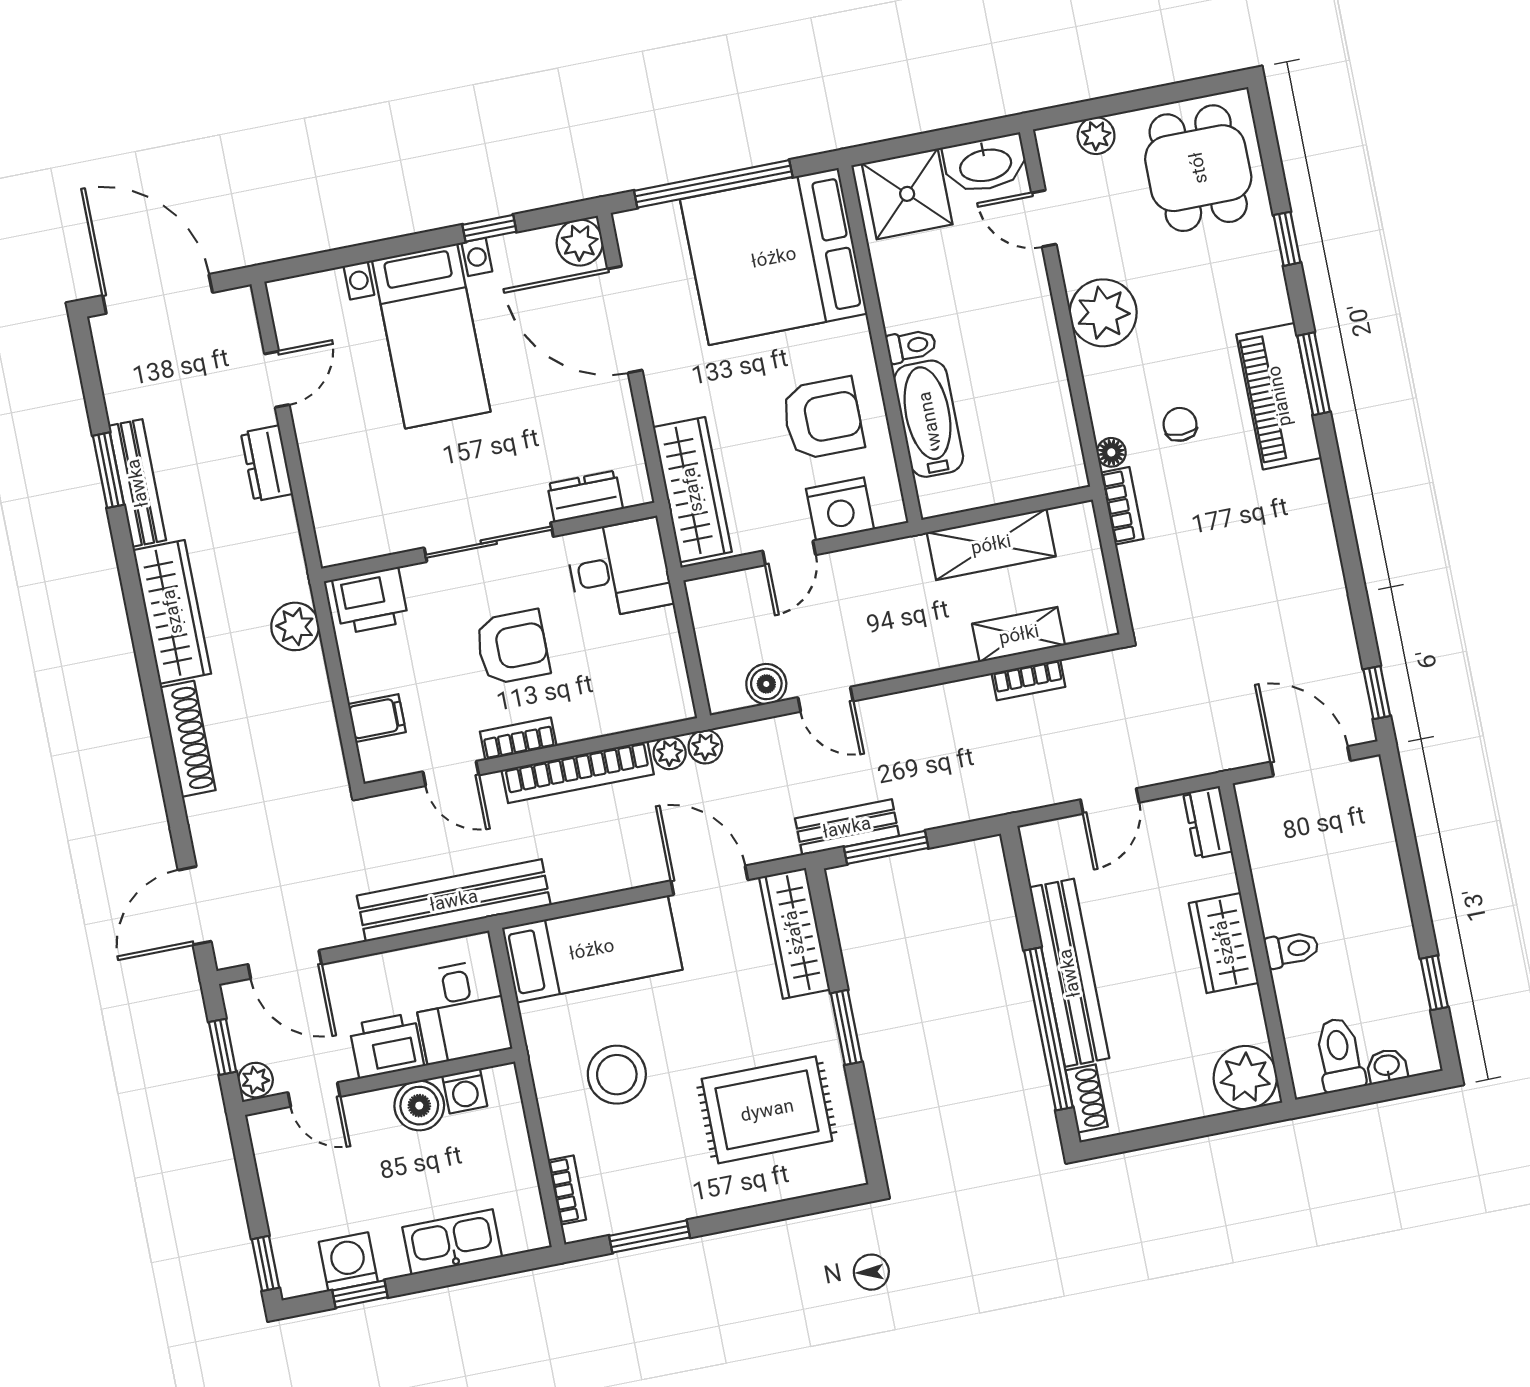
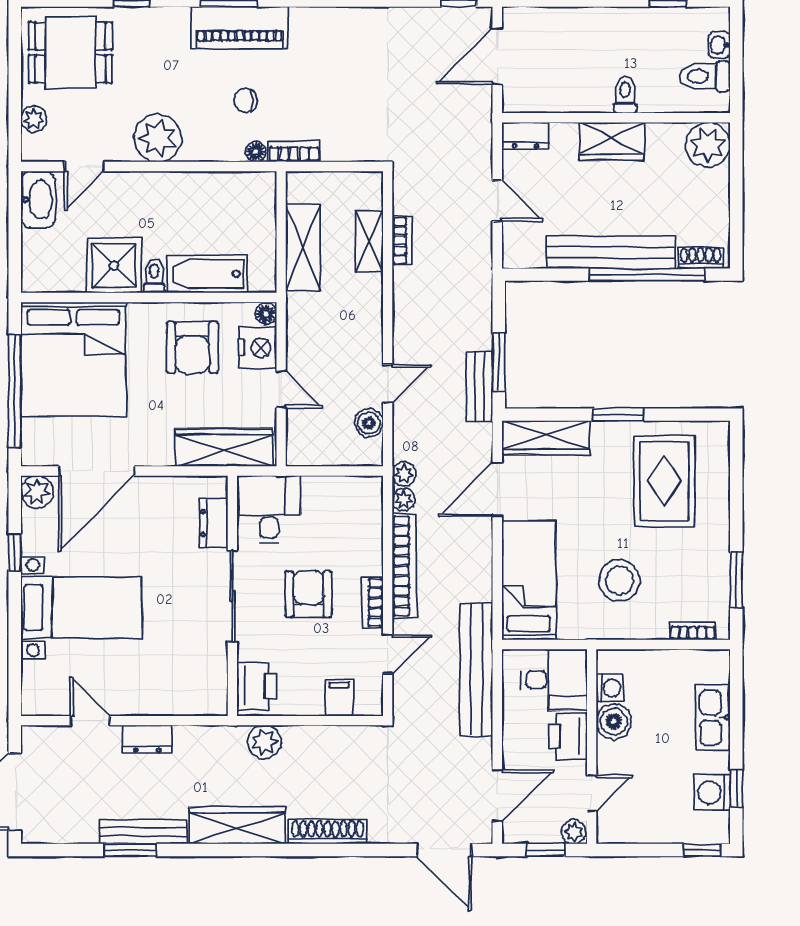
shower: (907, 194) -> (114, 265), moved
armchair: (823, 418) -> (192, 347), turned 180
floor lamp: (889, 511) -> (266, 314), added

